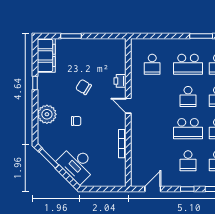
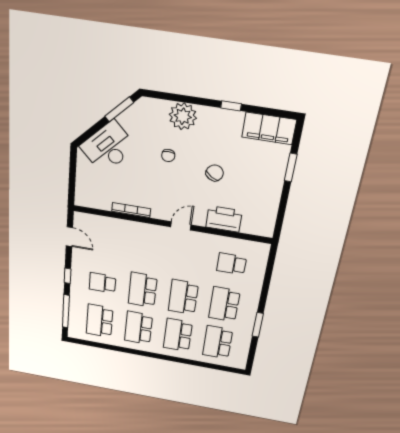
printer: (120, 81) -> (224, 219), width x1.87, depth x1.48
school desk: (188, 96) -> (183, 297), width x1.85

